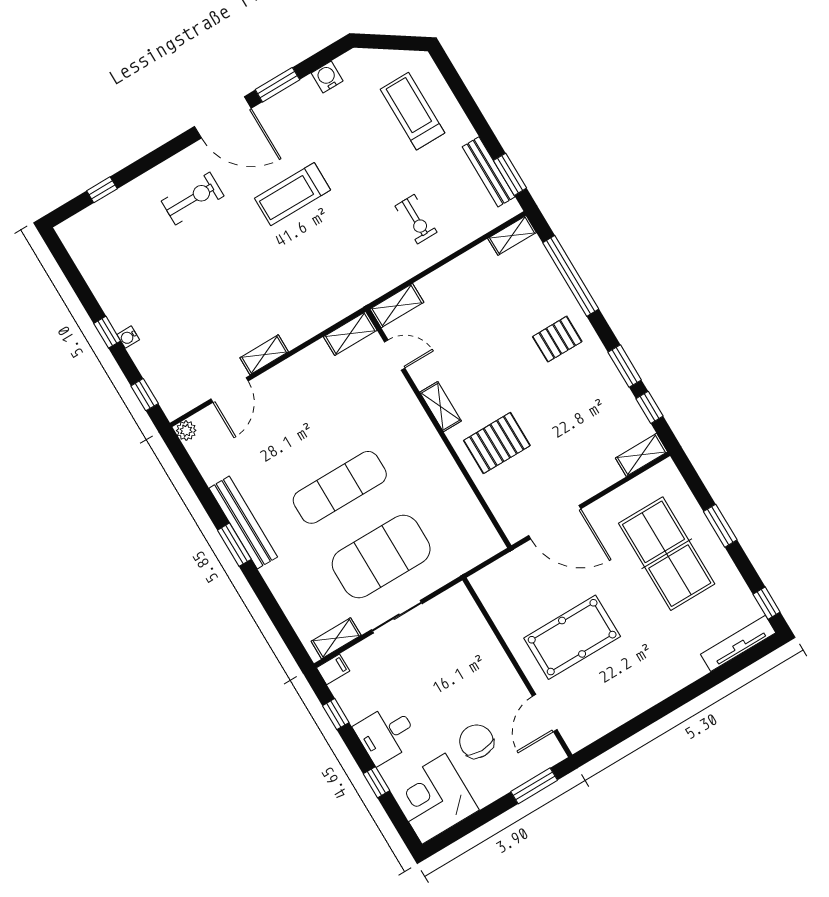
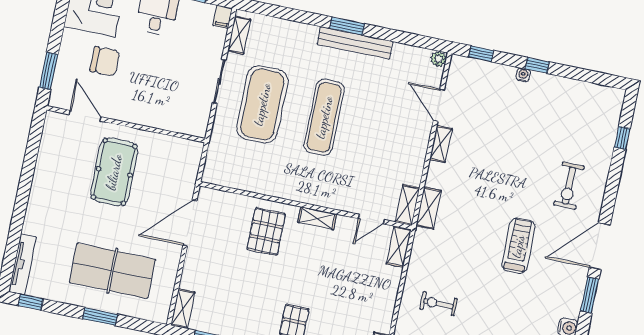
shelving: (335, 311) -> (429, 208), added

